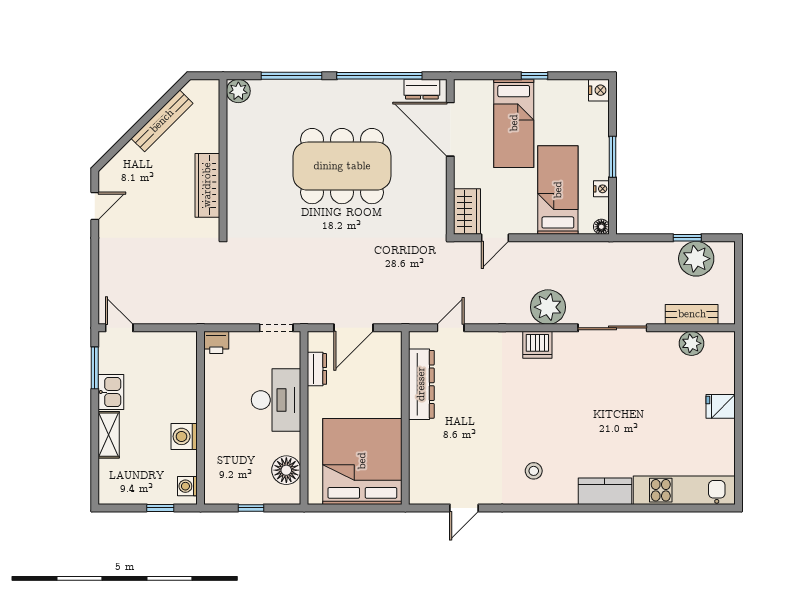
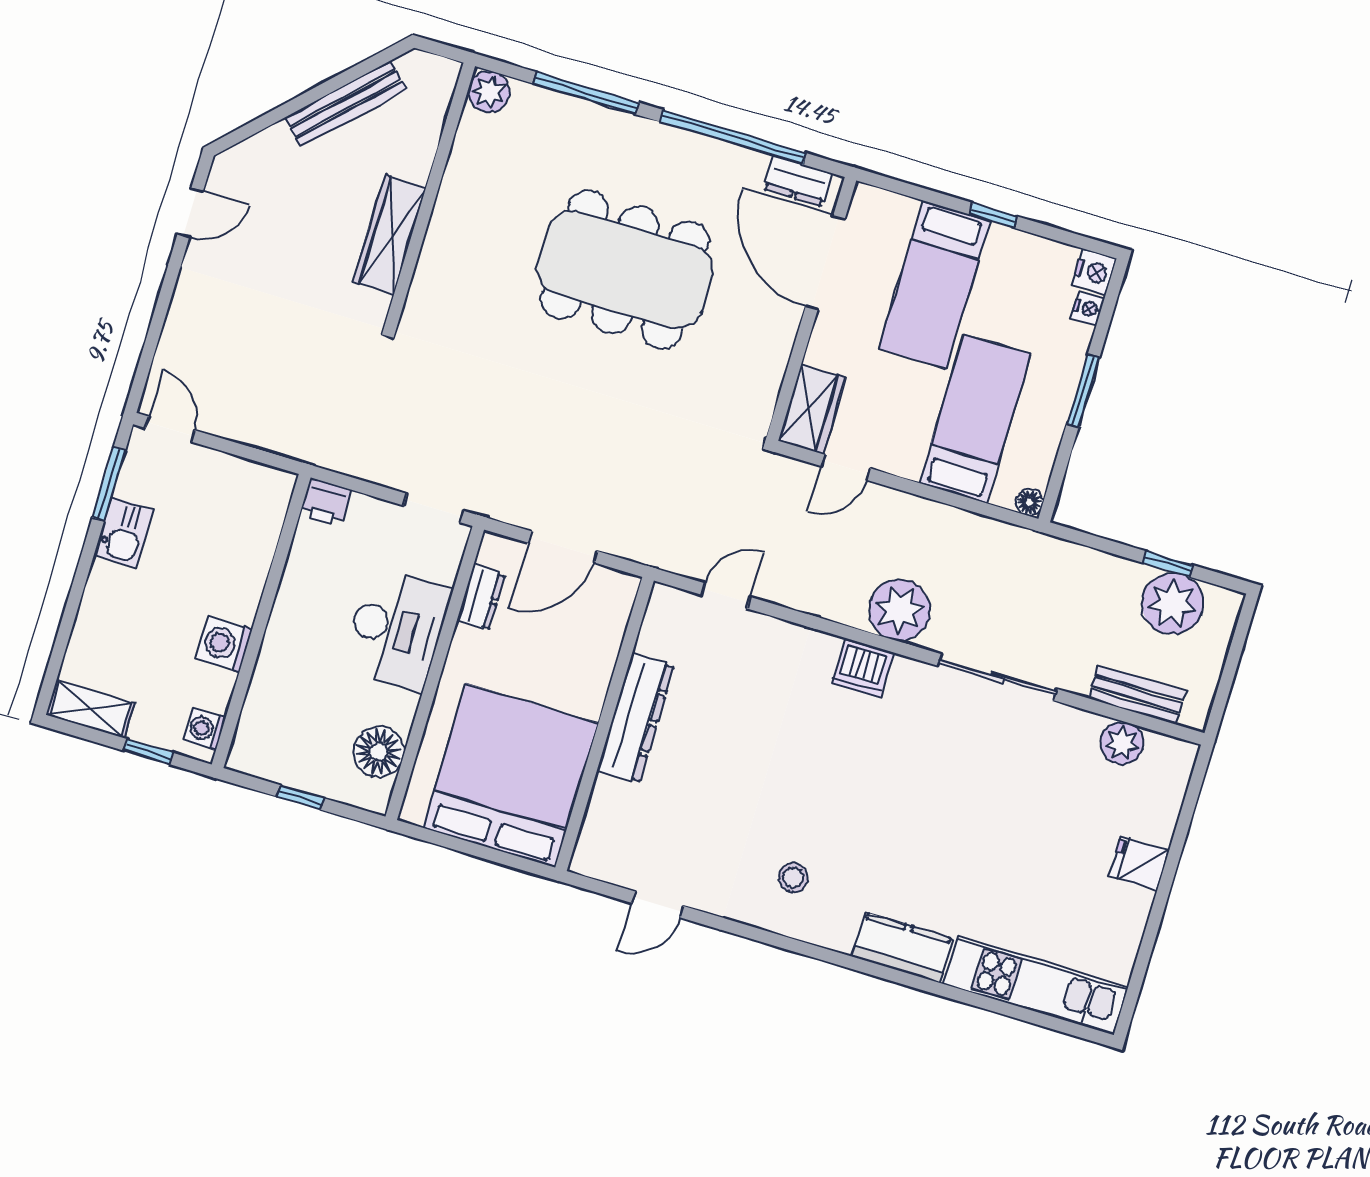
nightstand: (601, 189) -> (1088, 308), moved
dresser: (421, 384) -> (636, 718), moved
shelving: (109, 435) -> (90, 709), moved, turned 90

